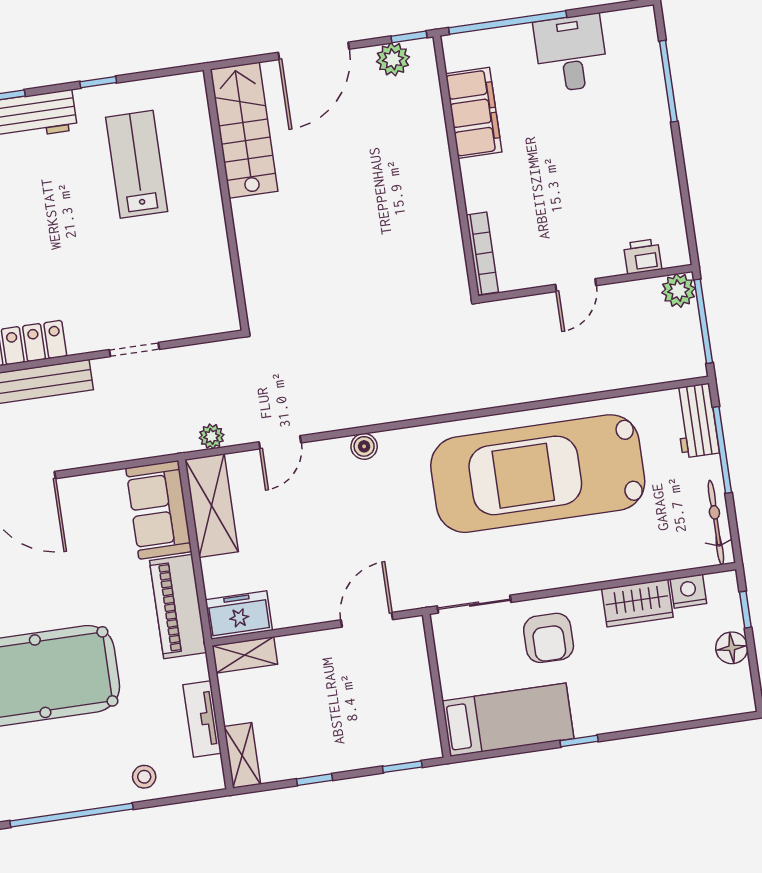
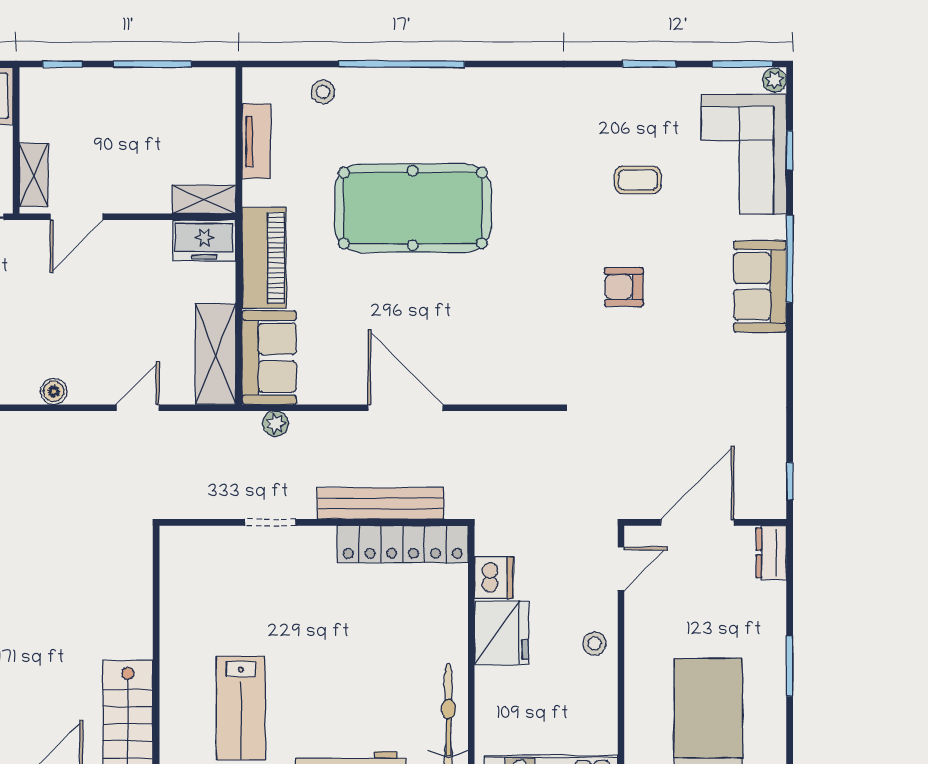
plant: (212, 436) -> (276, 424), moved
shelving: (242, 755) -> (34, 175), moved
window: (314, 780) -> (152, 64), width x2.17

